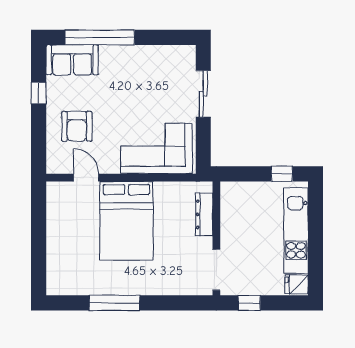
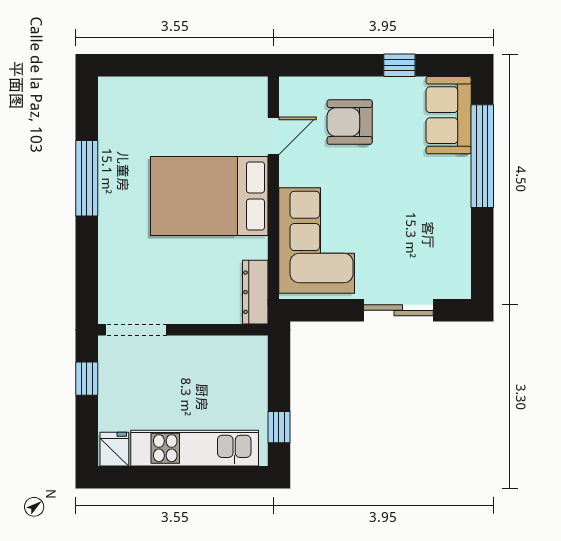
dresser: (204, 214) -> (255, 292), moved, turned -90

